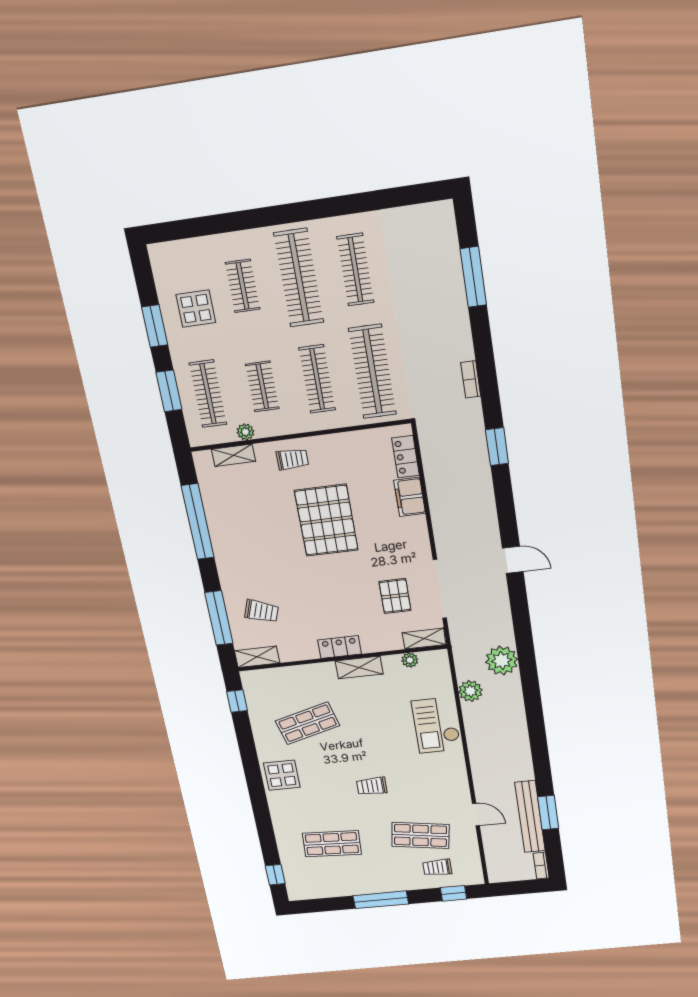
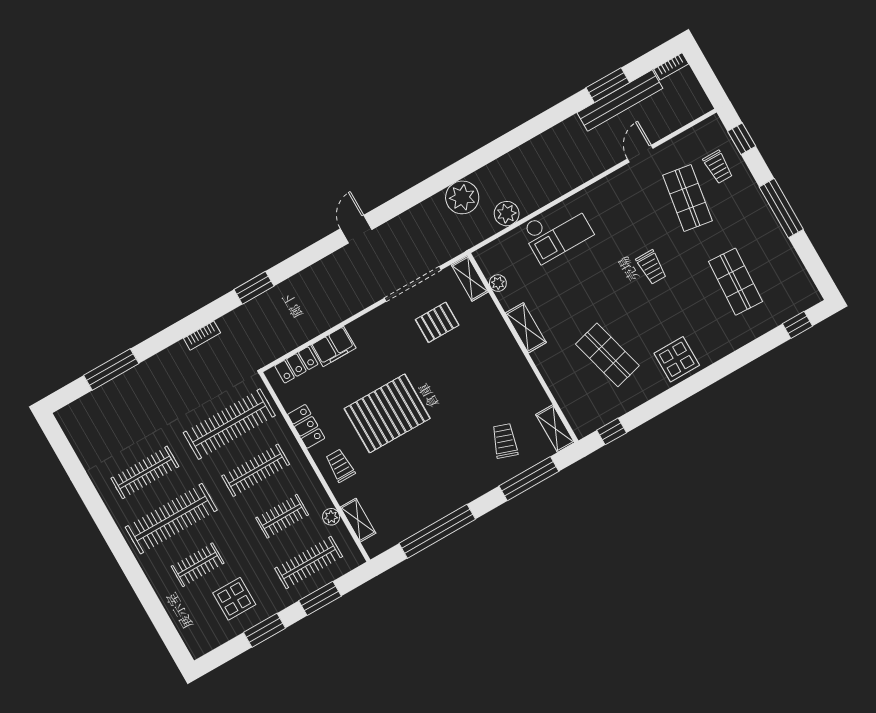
locker: (340, 647) -> (306, 426), moved, turned 180

